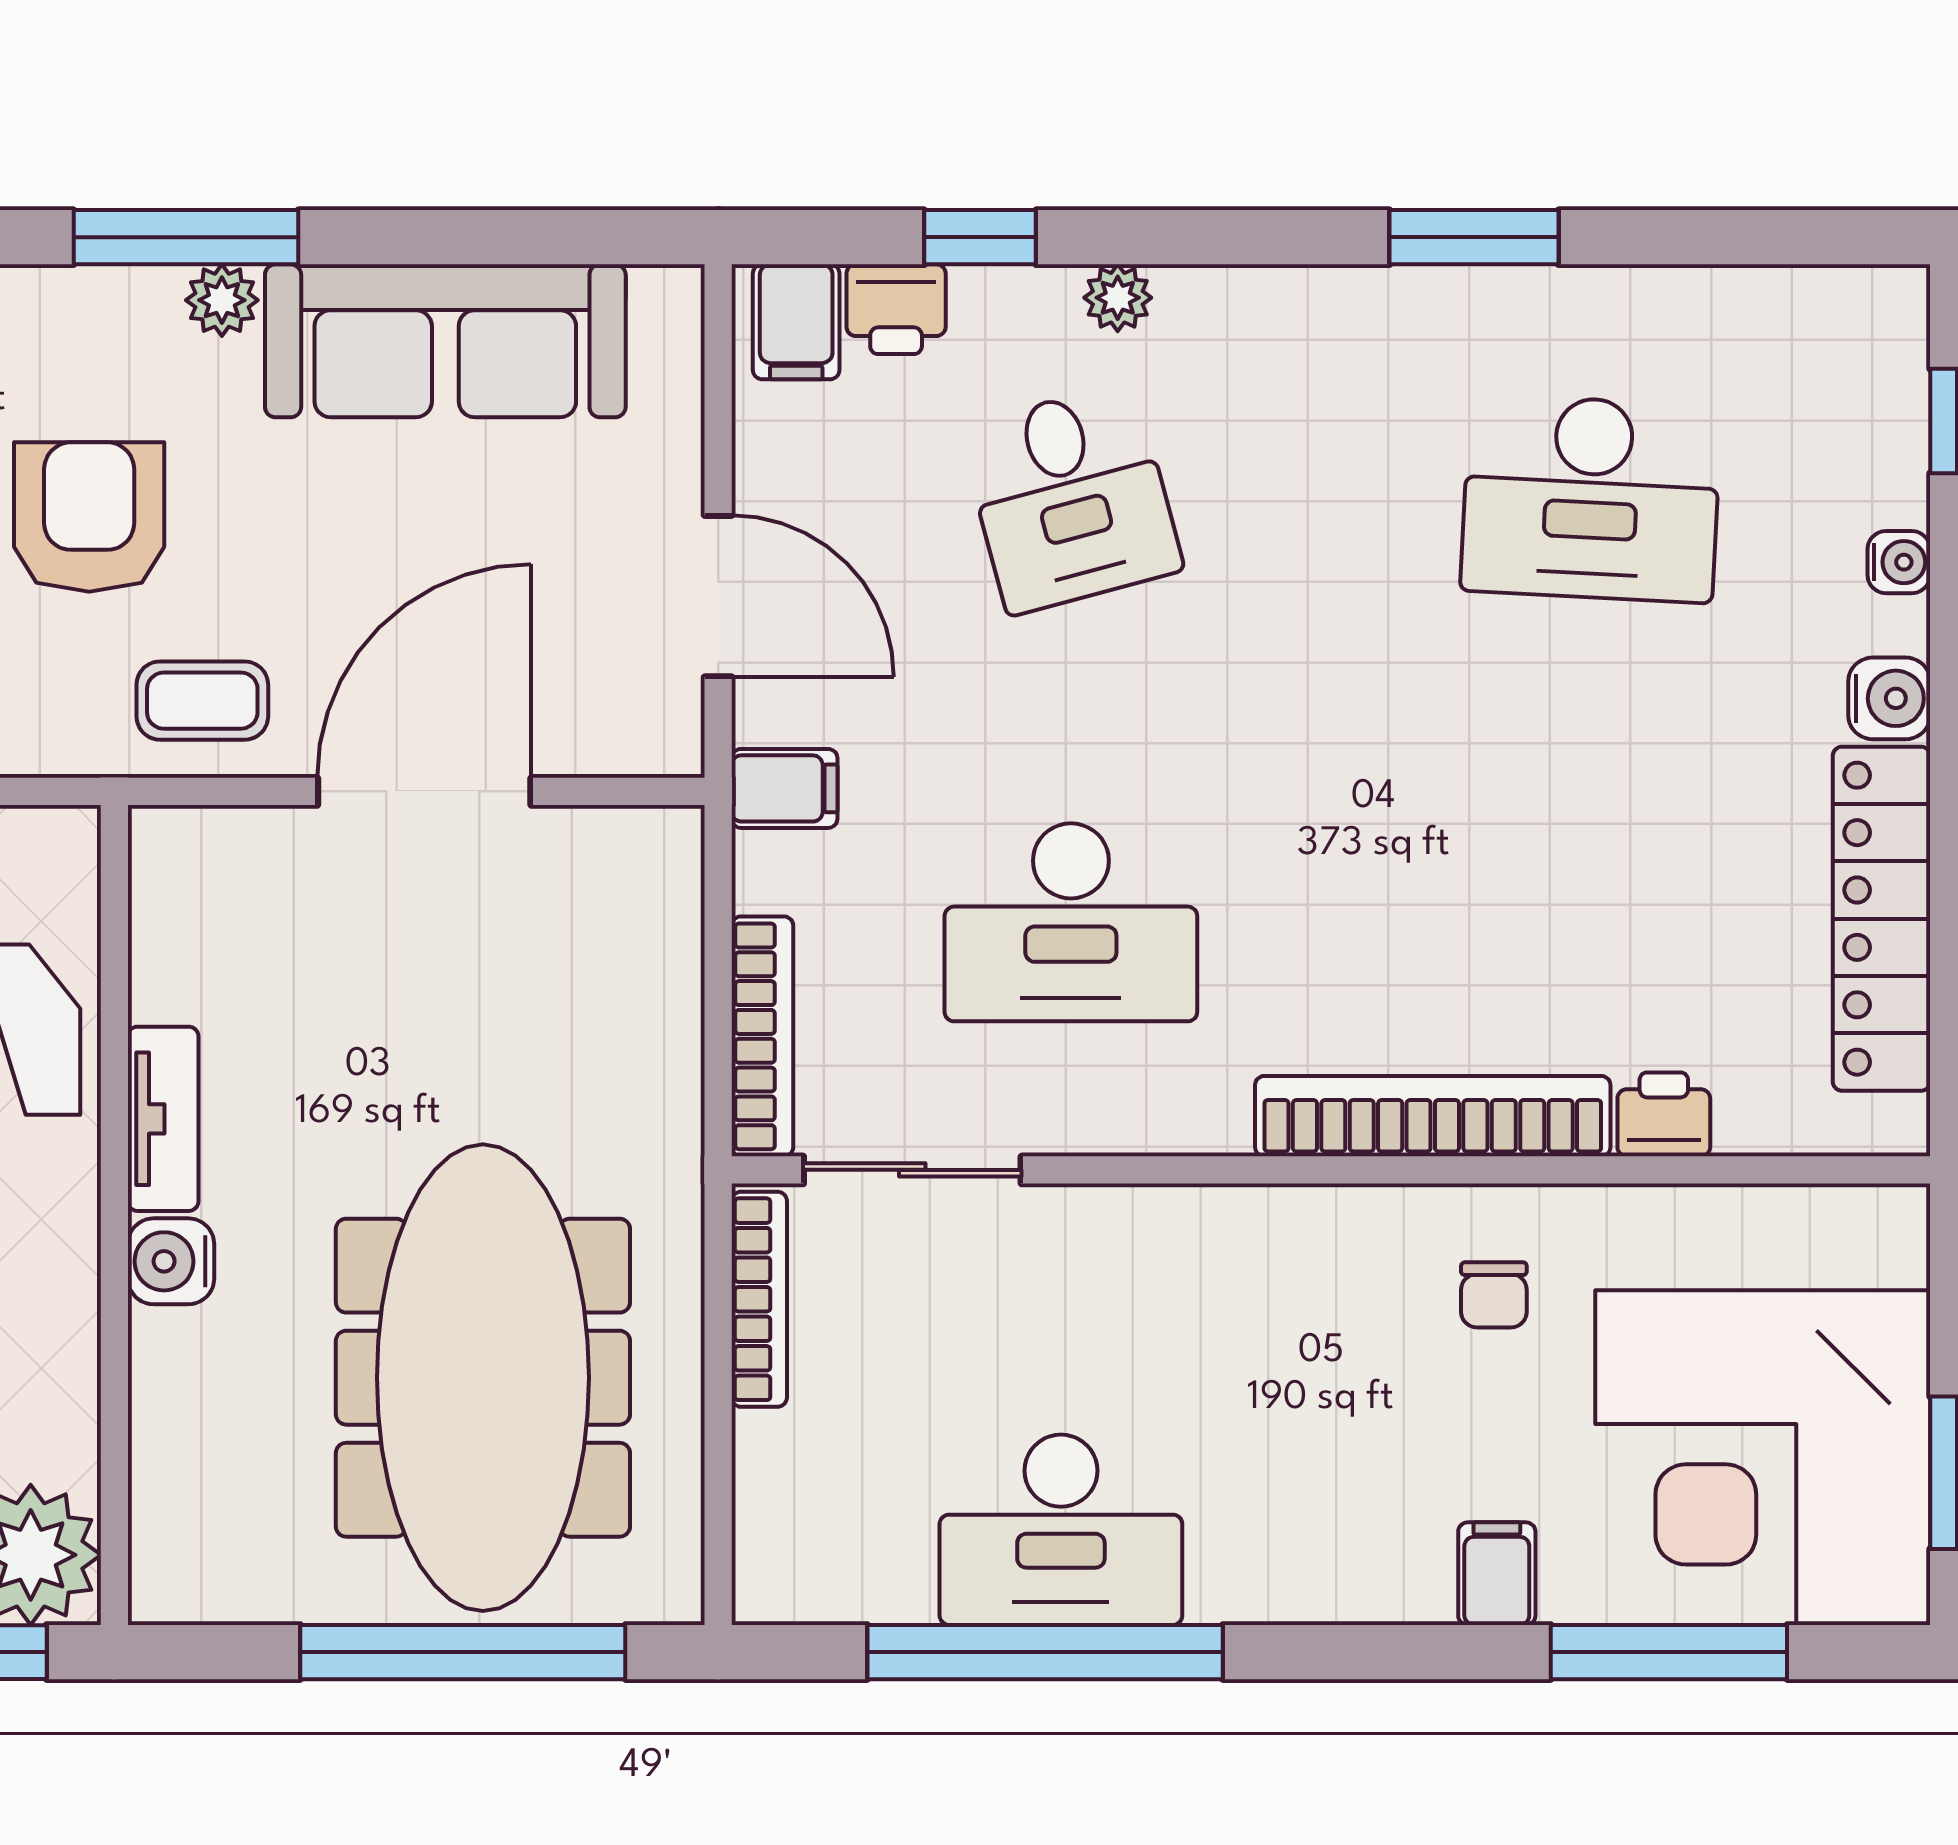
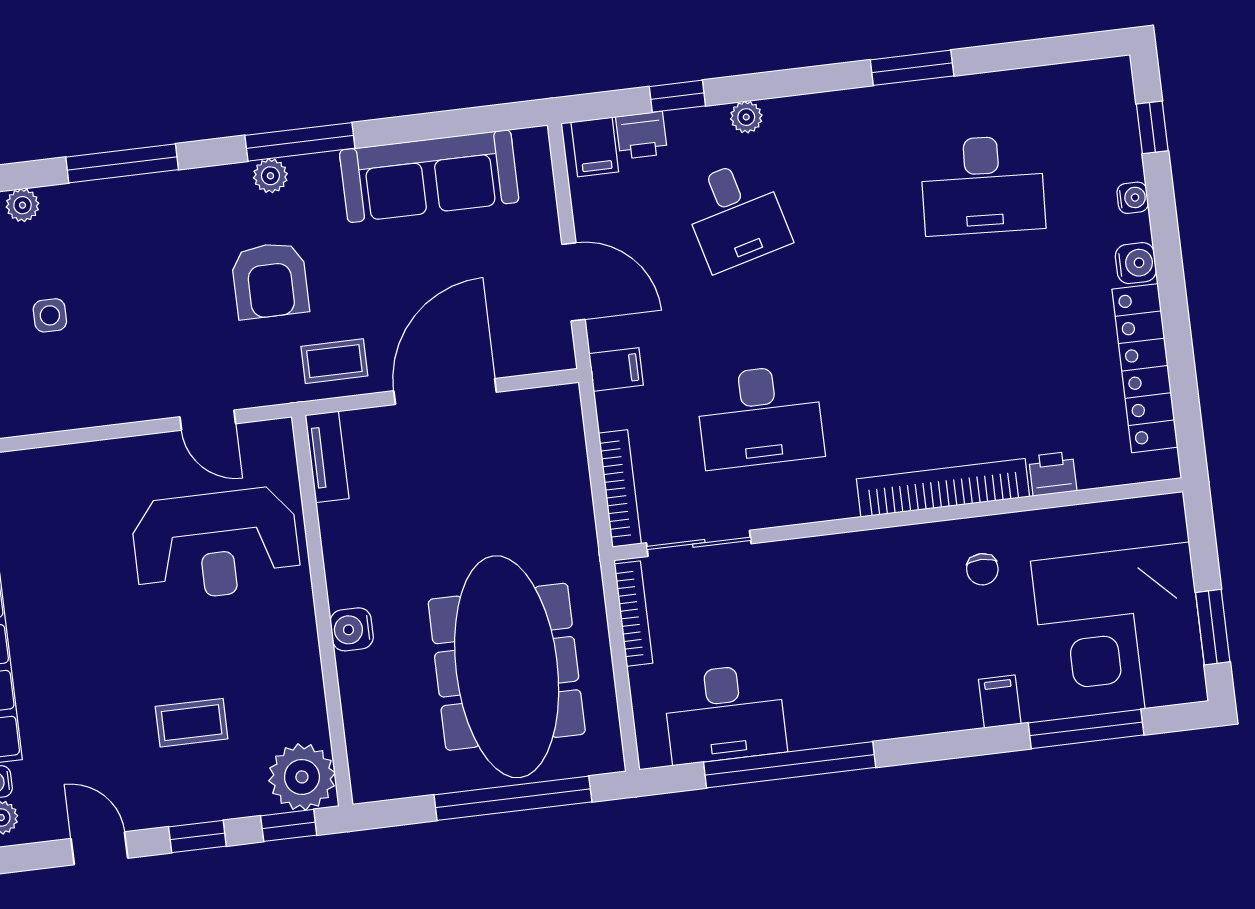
plant: (222, 300) -> (270, 176), moved
armchair: (89, 517) -> (270, 280), turned 180
tv unit: (163, 1119) -> (327, 457), moved
desk: (1061, 1530) -> (725, 714), moved

